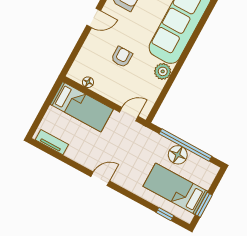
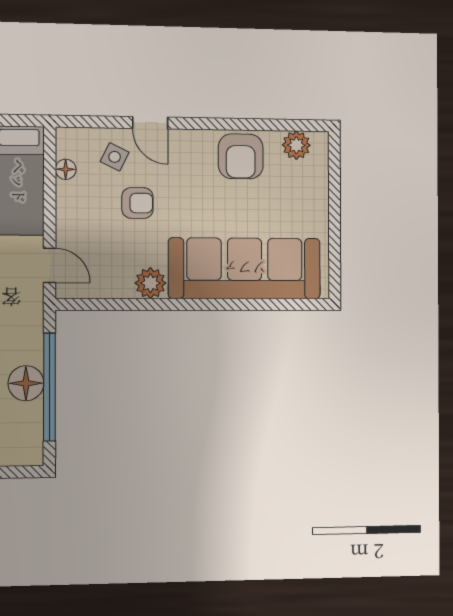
door: (94, 18) -> (150, 123), moved
side table: (94, 56) -> (115, 157), added

